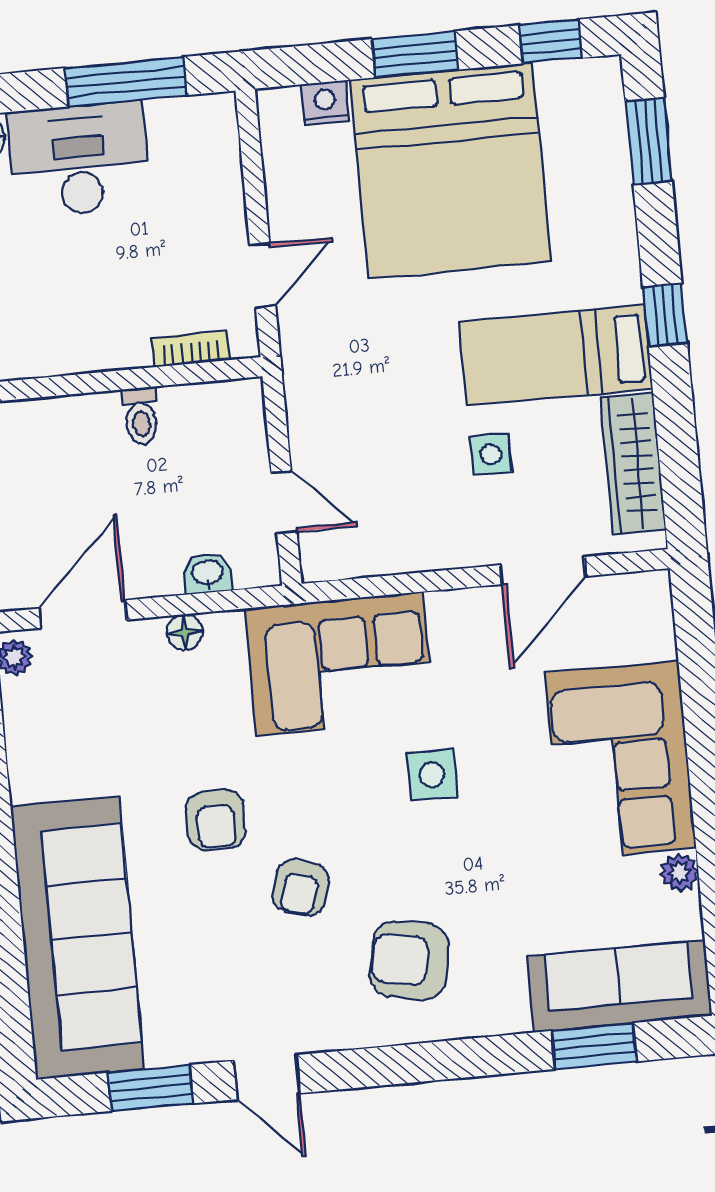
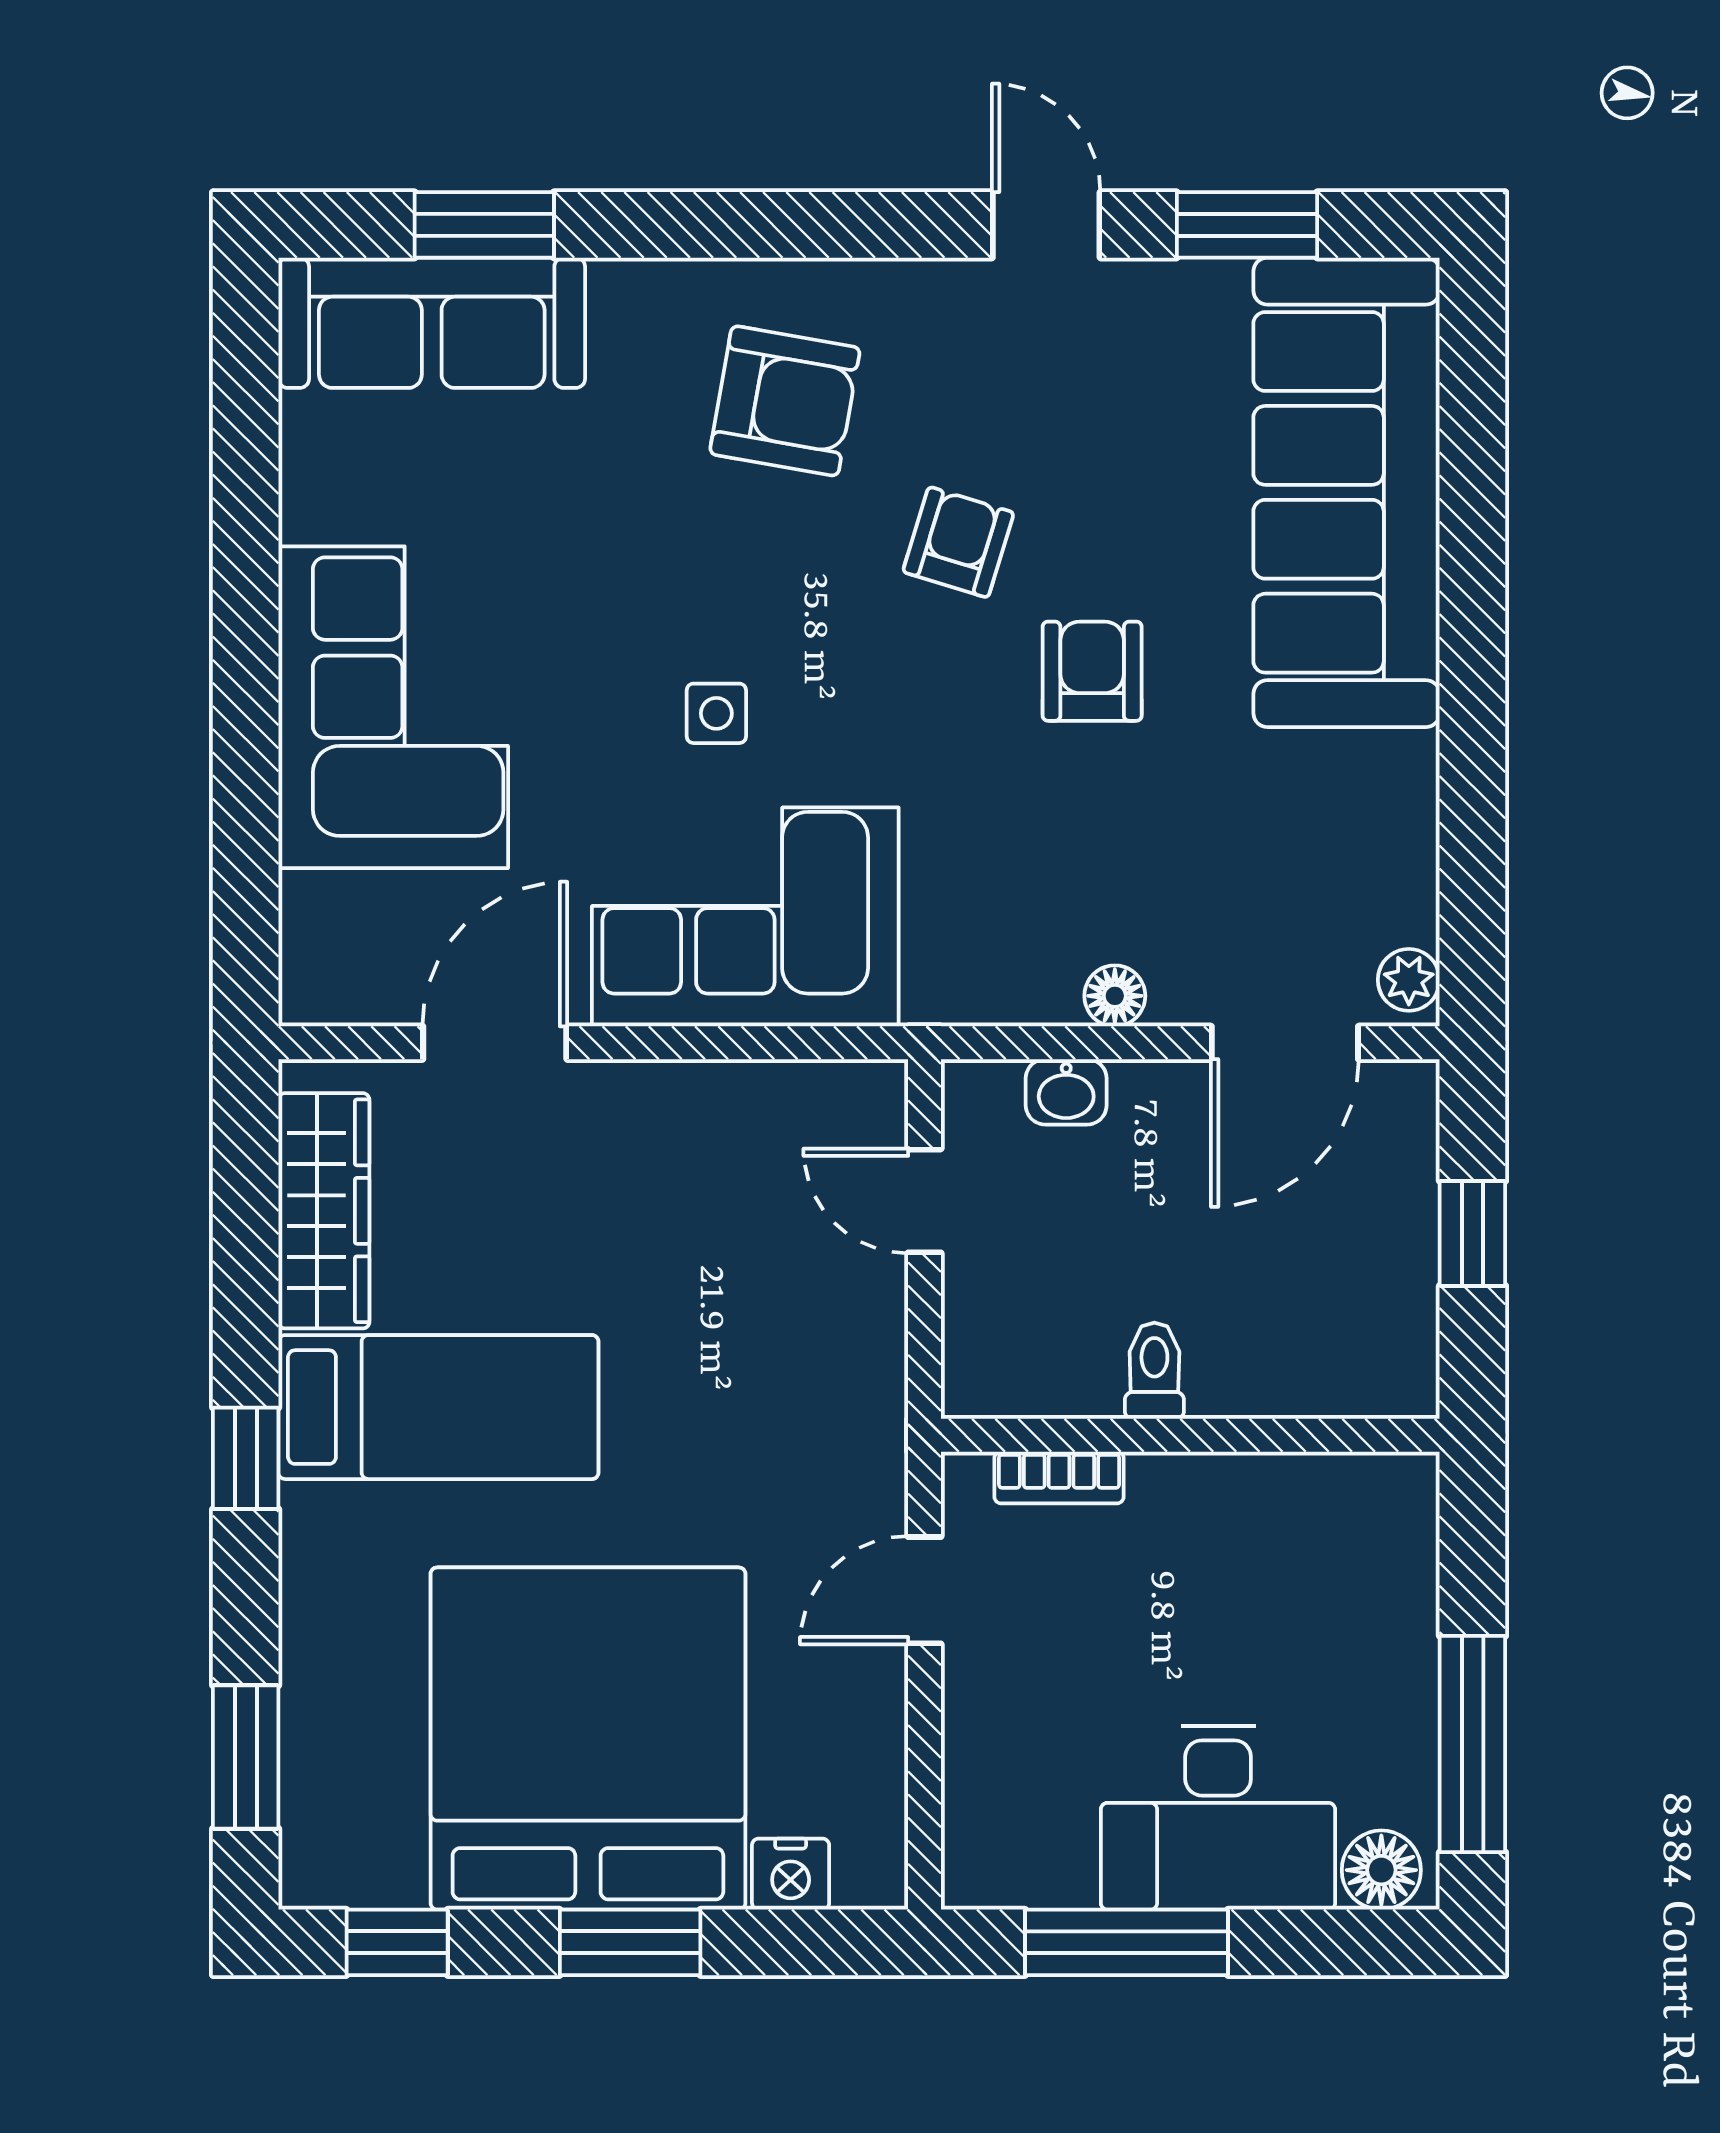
side table: (491, 454) -> (564, 1249), removed
corner sofa: (340, 664) -> (745, 917), moved
side table: (432, 775) -> (716, 713), width x0.73, depth x0.73
plant: (679, 872) -> (311, 507), removed

